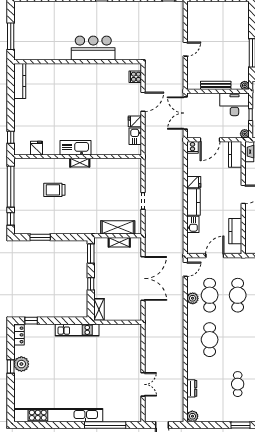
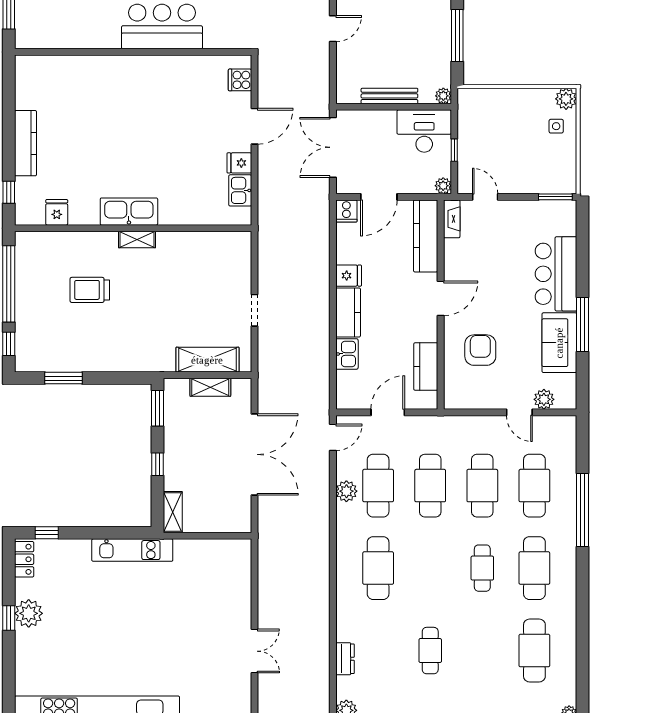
kitchen counter: (20, 81) -> (25, 143), moved
kitchen counter: (235, 154) -> (426, 236), width x1.50

